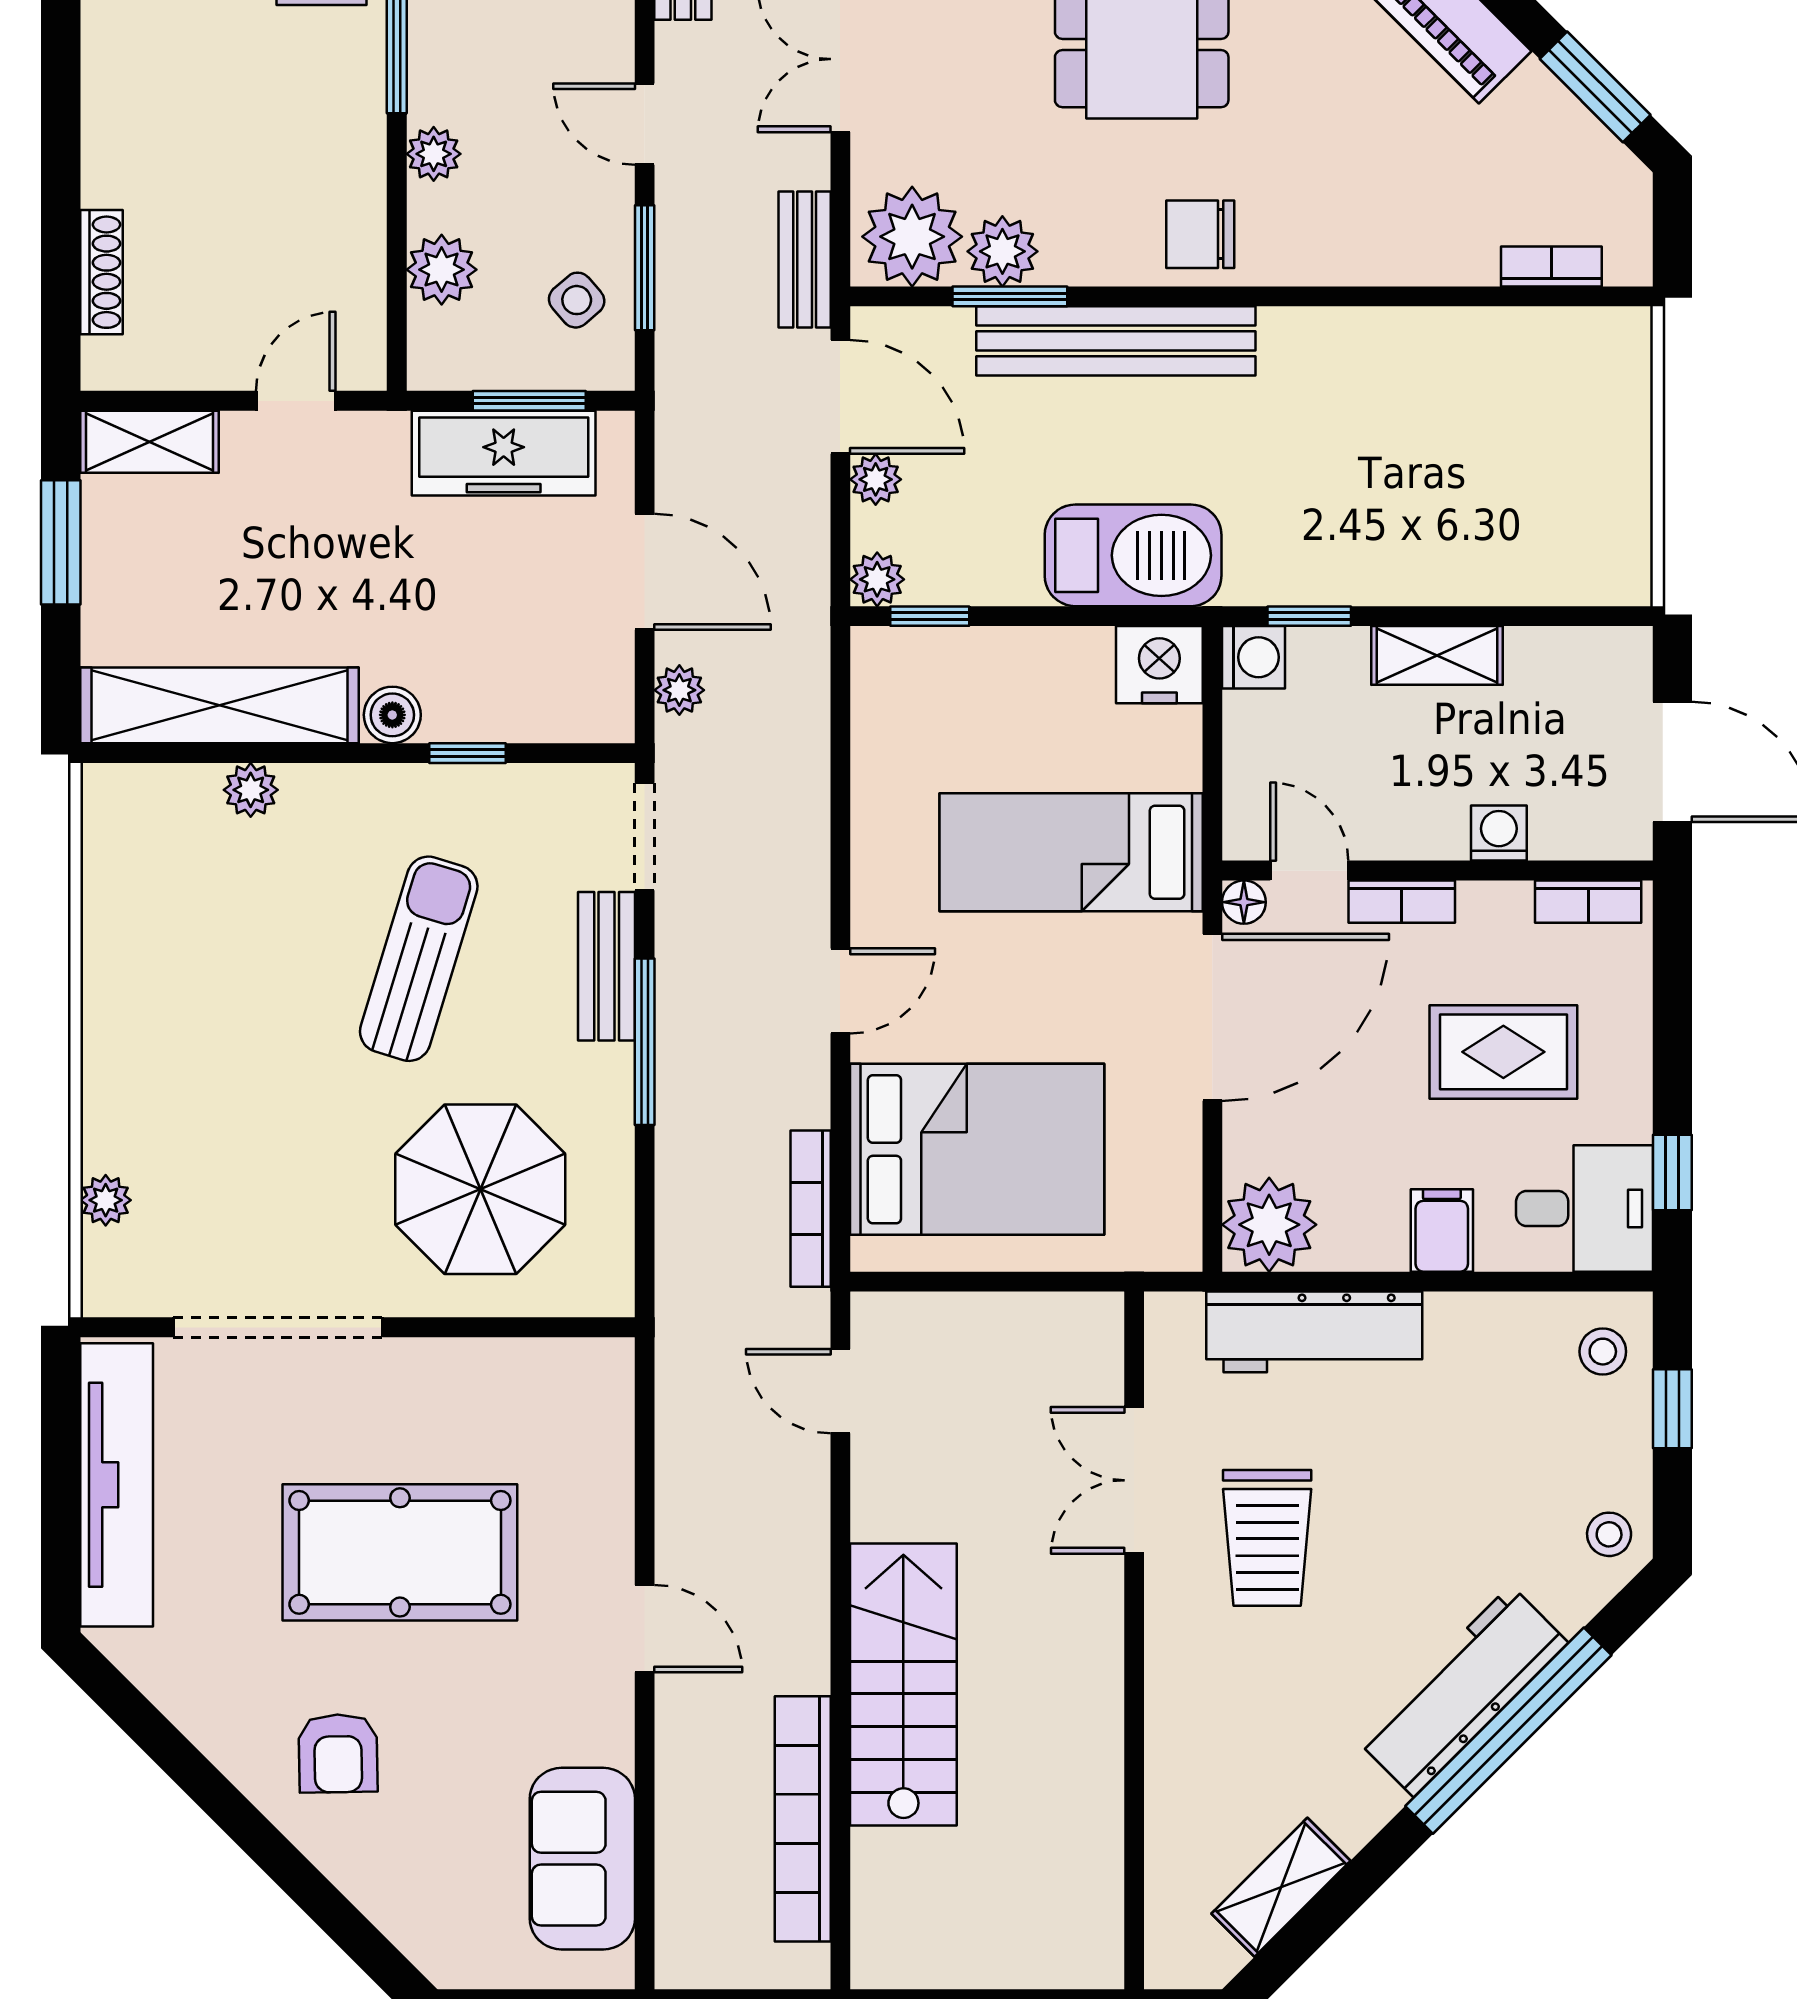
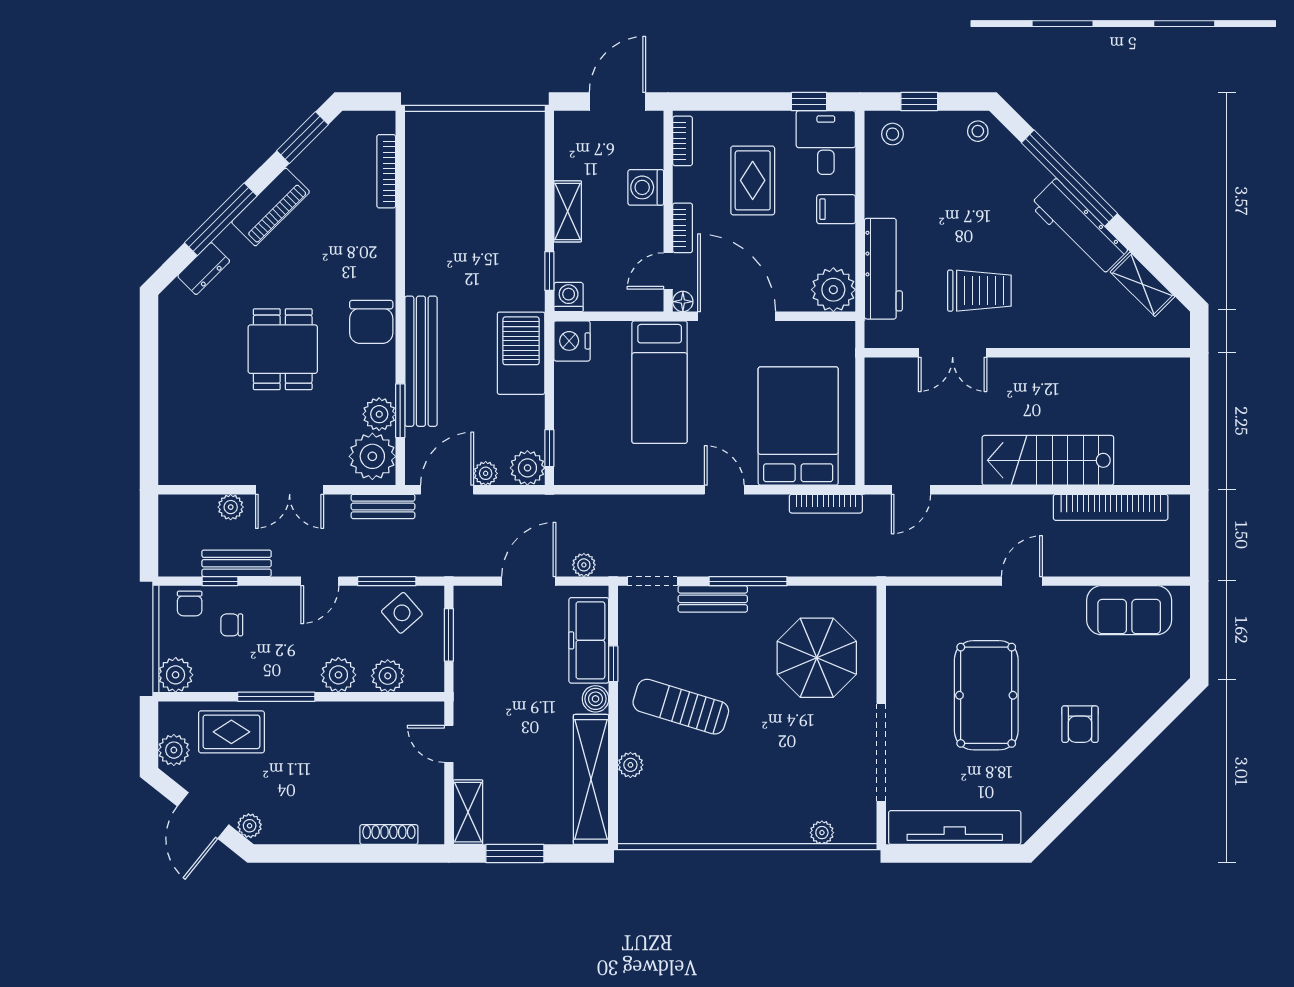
plant: (434, 154) -> (338, 675), width x1.38, depth x1.38
chair: (1200, 234) -> (371, 322), width x1.37, depth x1.37
bookcase: (1551, 266) -> (386, 171), width x1.56
side table: (577, 300) -> (402, 613), width x1.37, depth x1.37
freezer: (504, 453) -> (589, 640), moved, turned 180
plant: (877, 579) -> (527, 468), width x1.38, depth x1.38
washing machine: (1499, 833) -> (646, 187), width x1.38, depth x1.38
sun lounger: (419, 959) -> (681, 707), moved
workbench: (1462, 1691) -> (1079, 227), moved
armchair: (338, 1753) -> (1080, 724), turned 91

